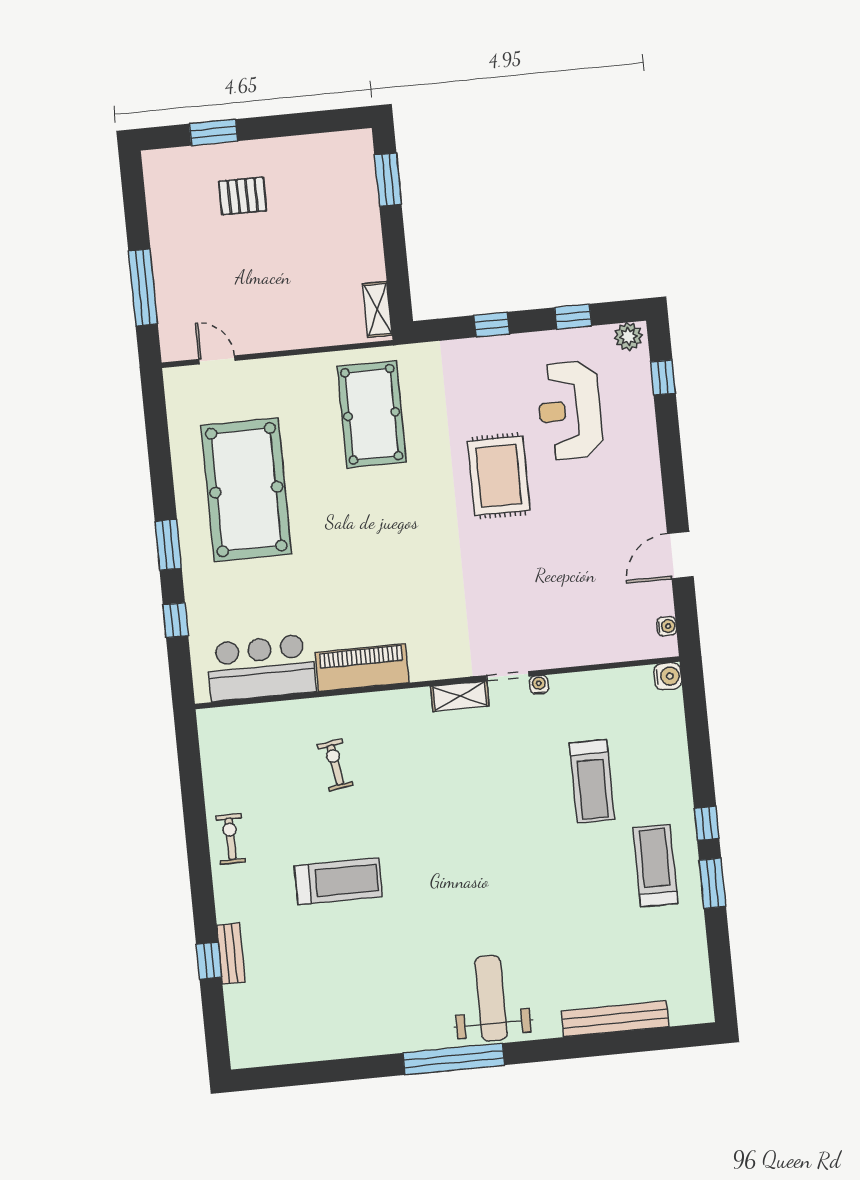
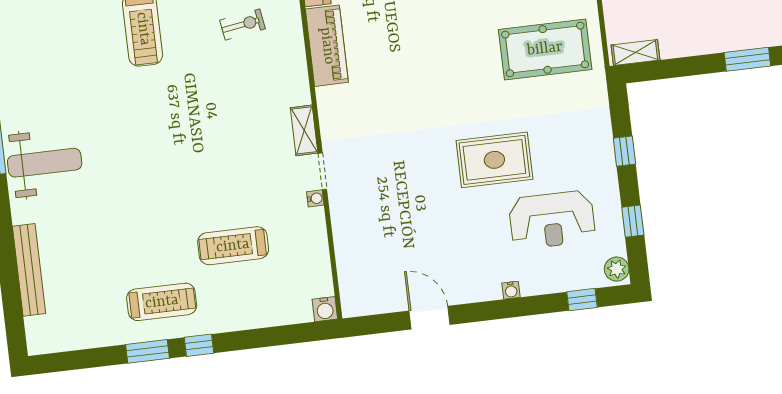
reception desk: (570, 410) -> (552, 220), turned 180
water cooler: (667, 626) -> (511, 290), moved

